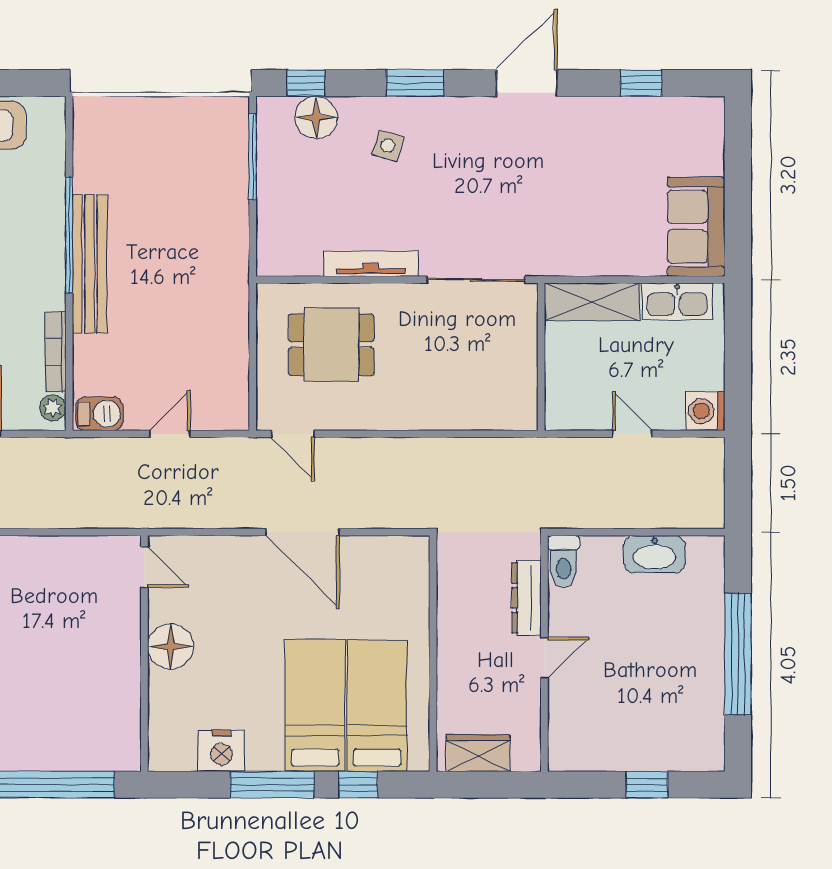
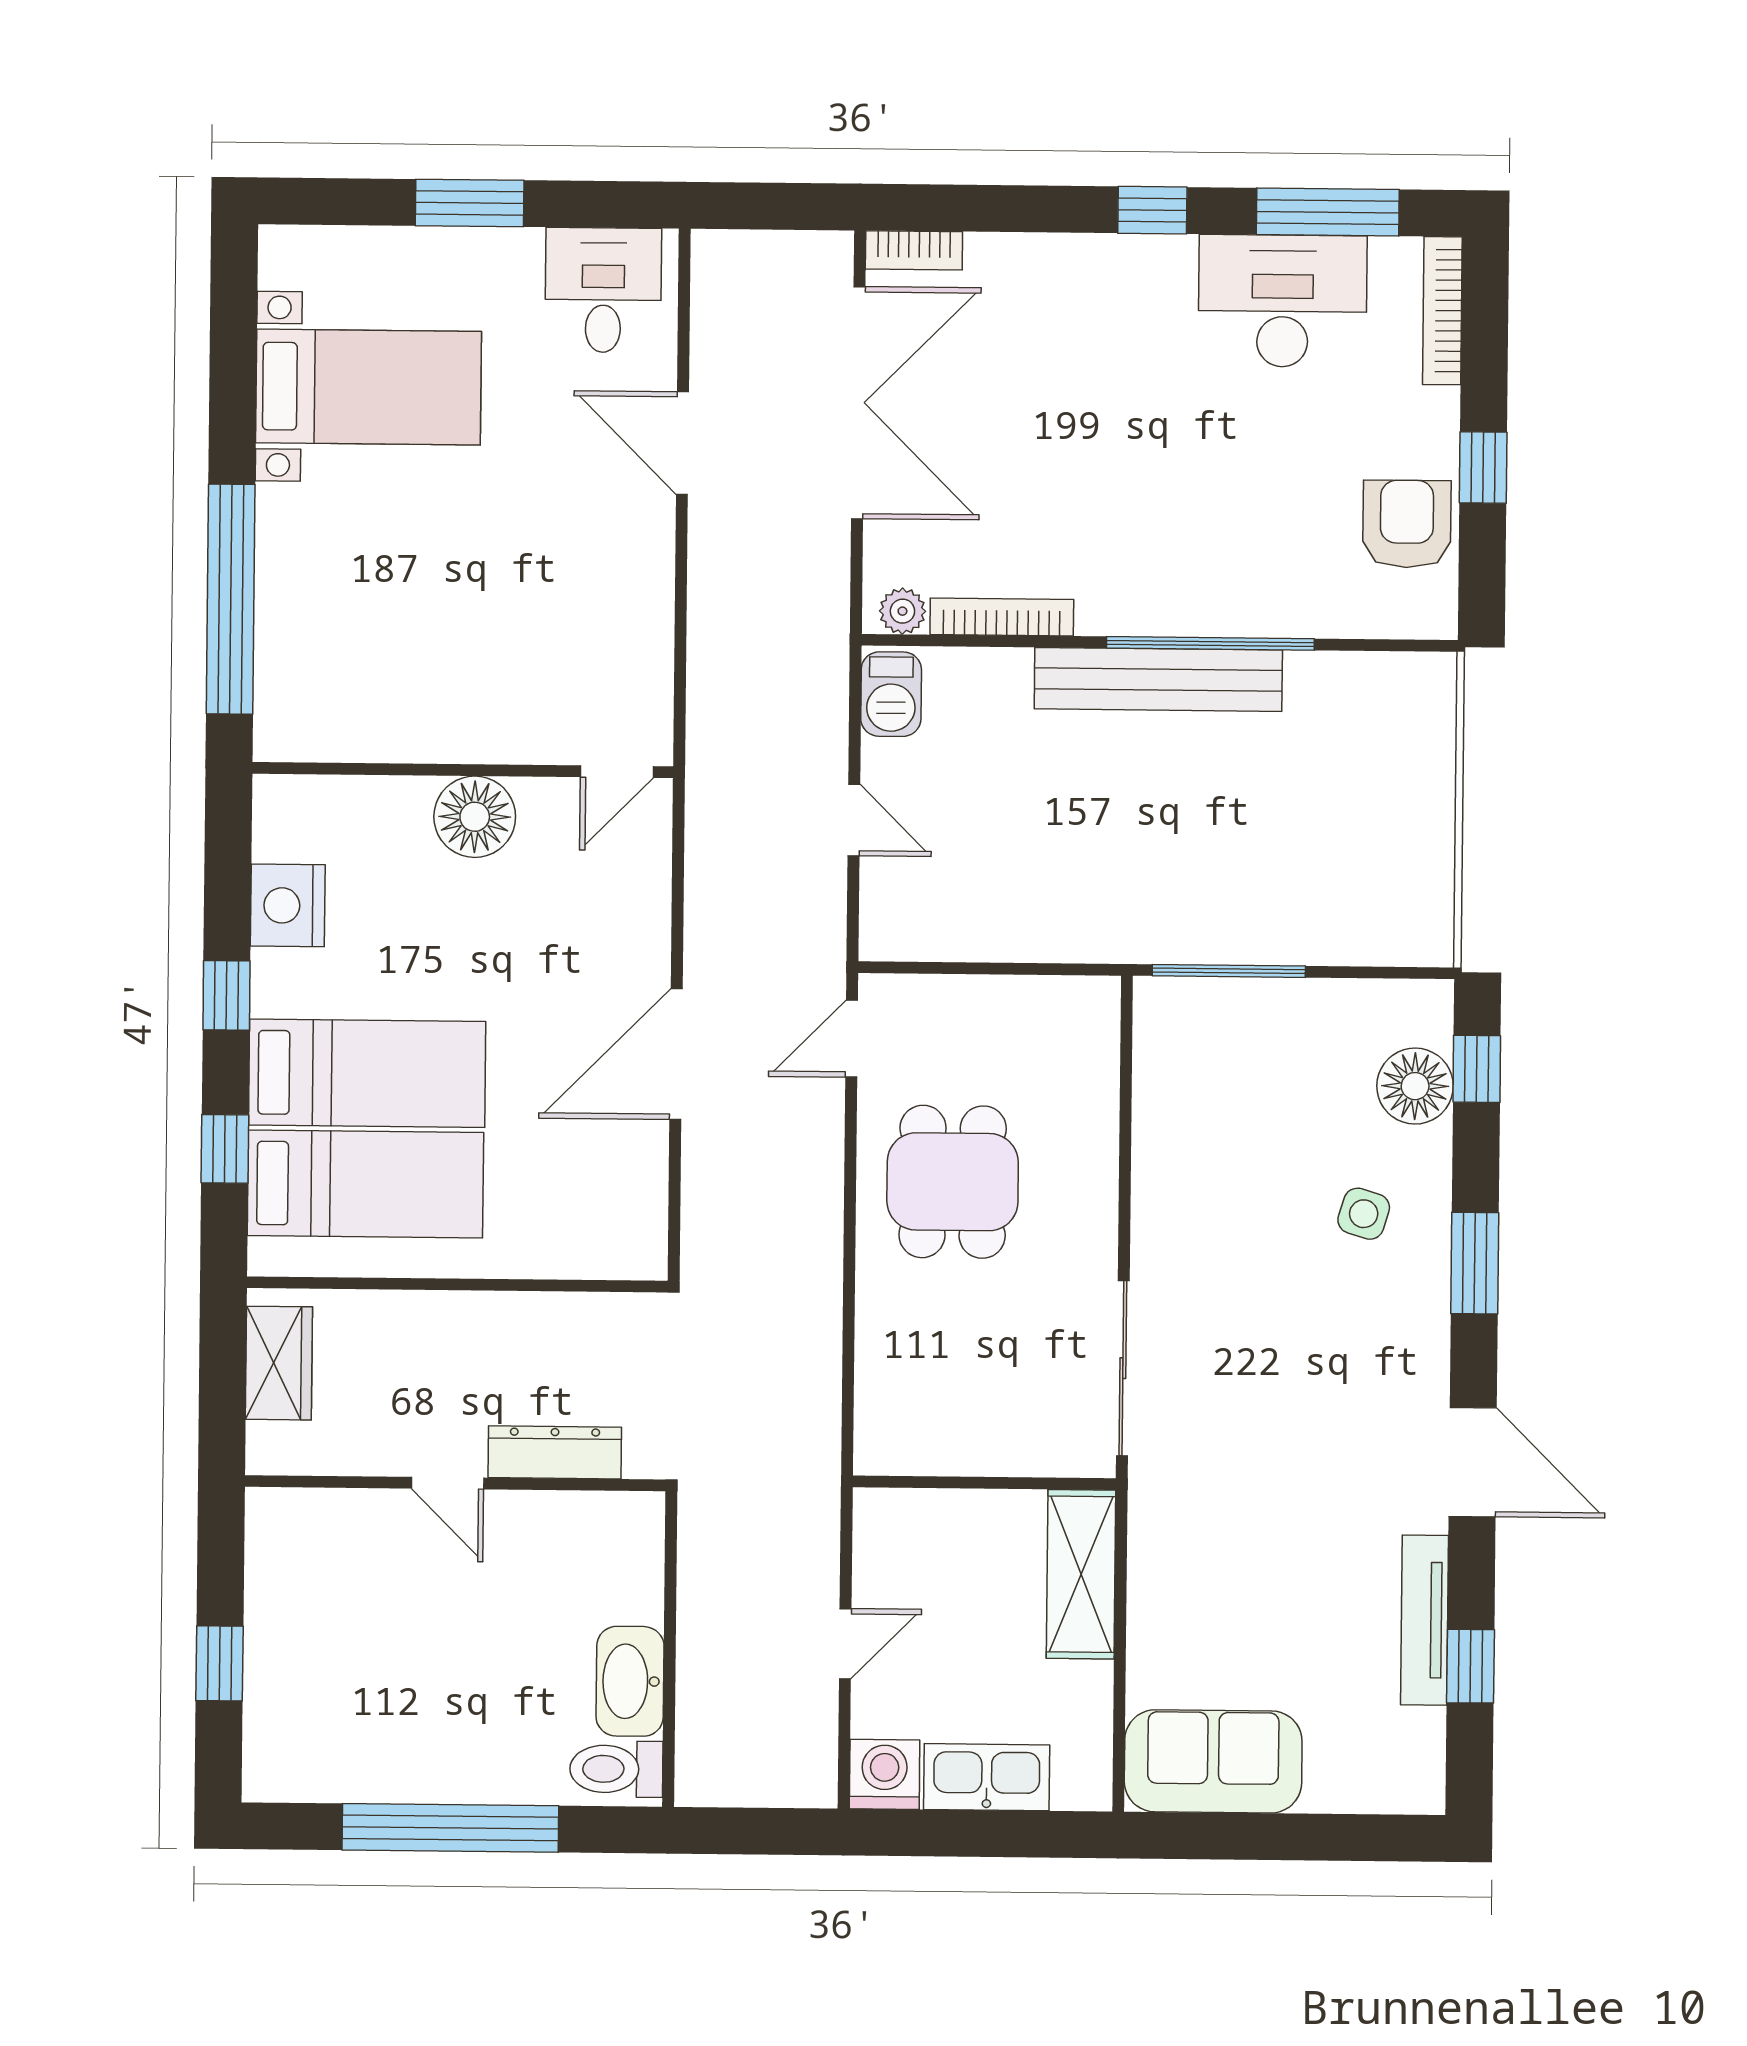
window: (253, 157) -> (1229, 971), moved
tv unit: (371, 264) -> (1425, 1620), moved, turned 180
kitchen sink: (677, 302) -> (987, 1777), moved, turned 90
dining table: (331, 345) -> (953, 1182), moved
toilet: (564, 561) -> (616, 1769), moved
window: (272, 785) -> (226, 995), width x0.46

